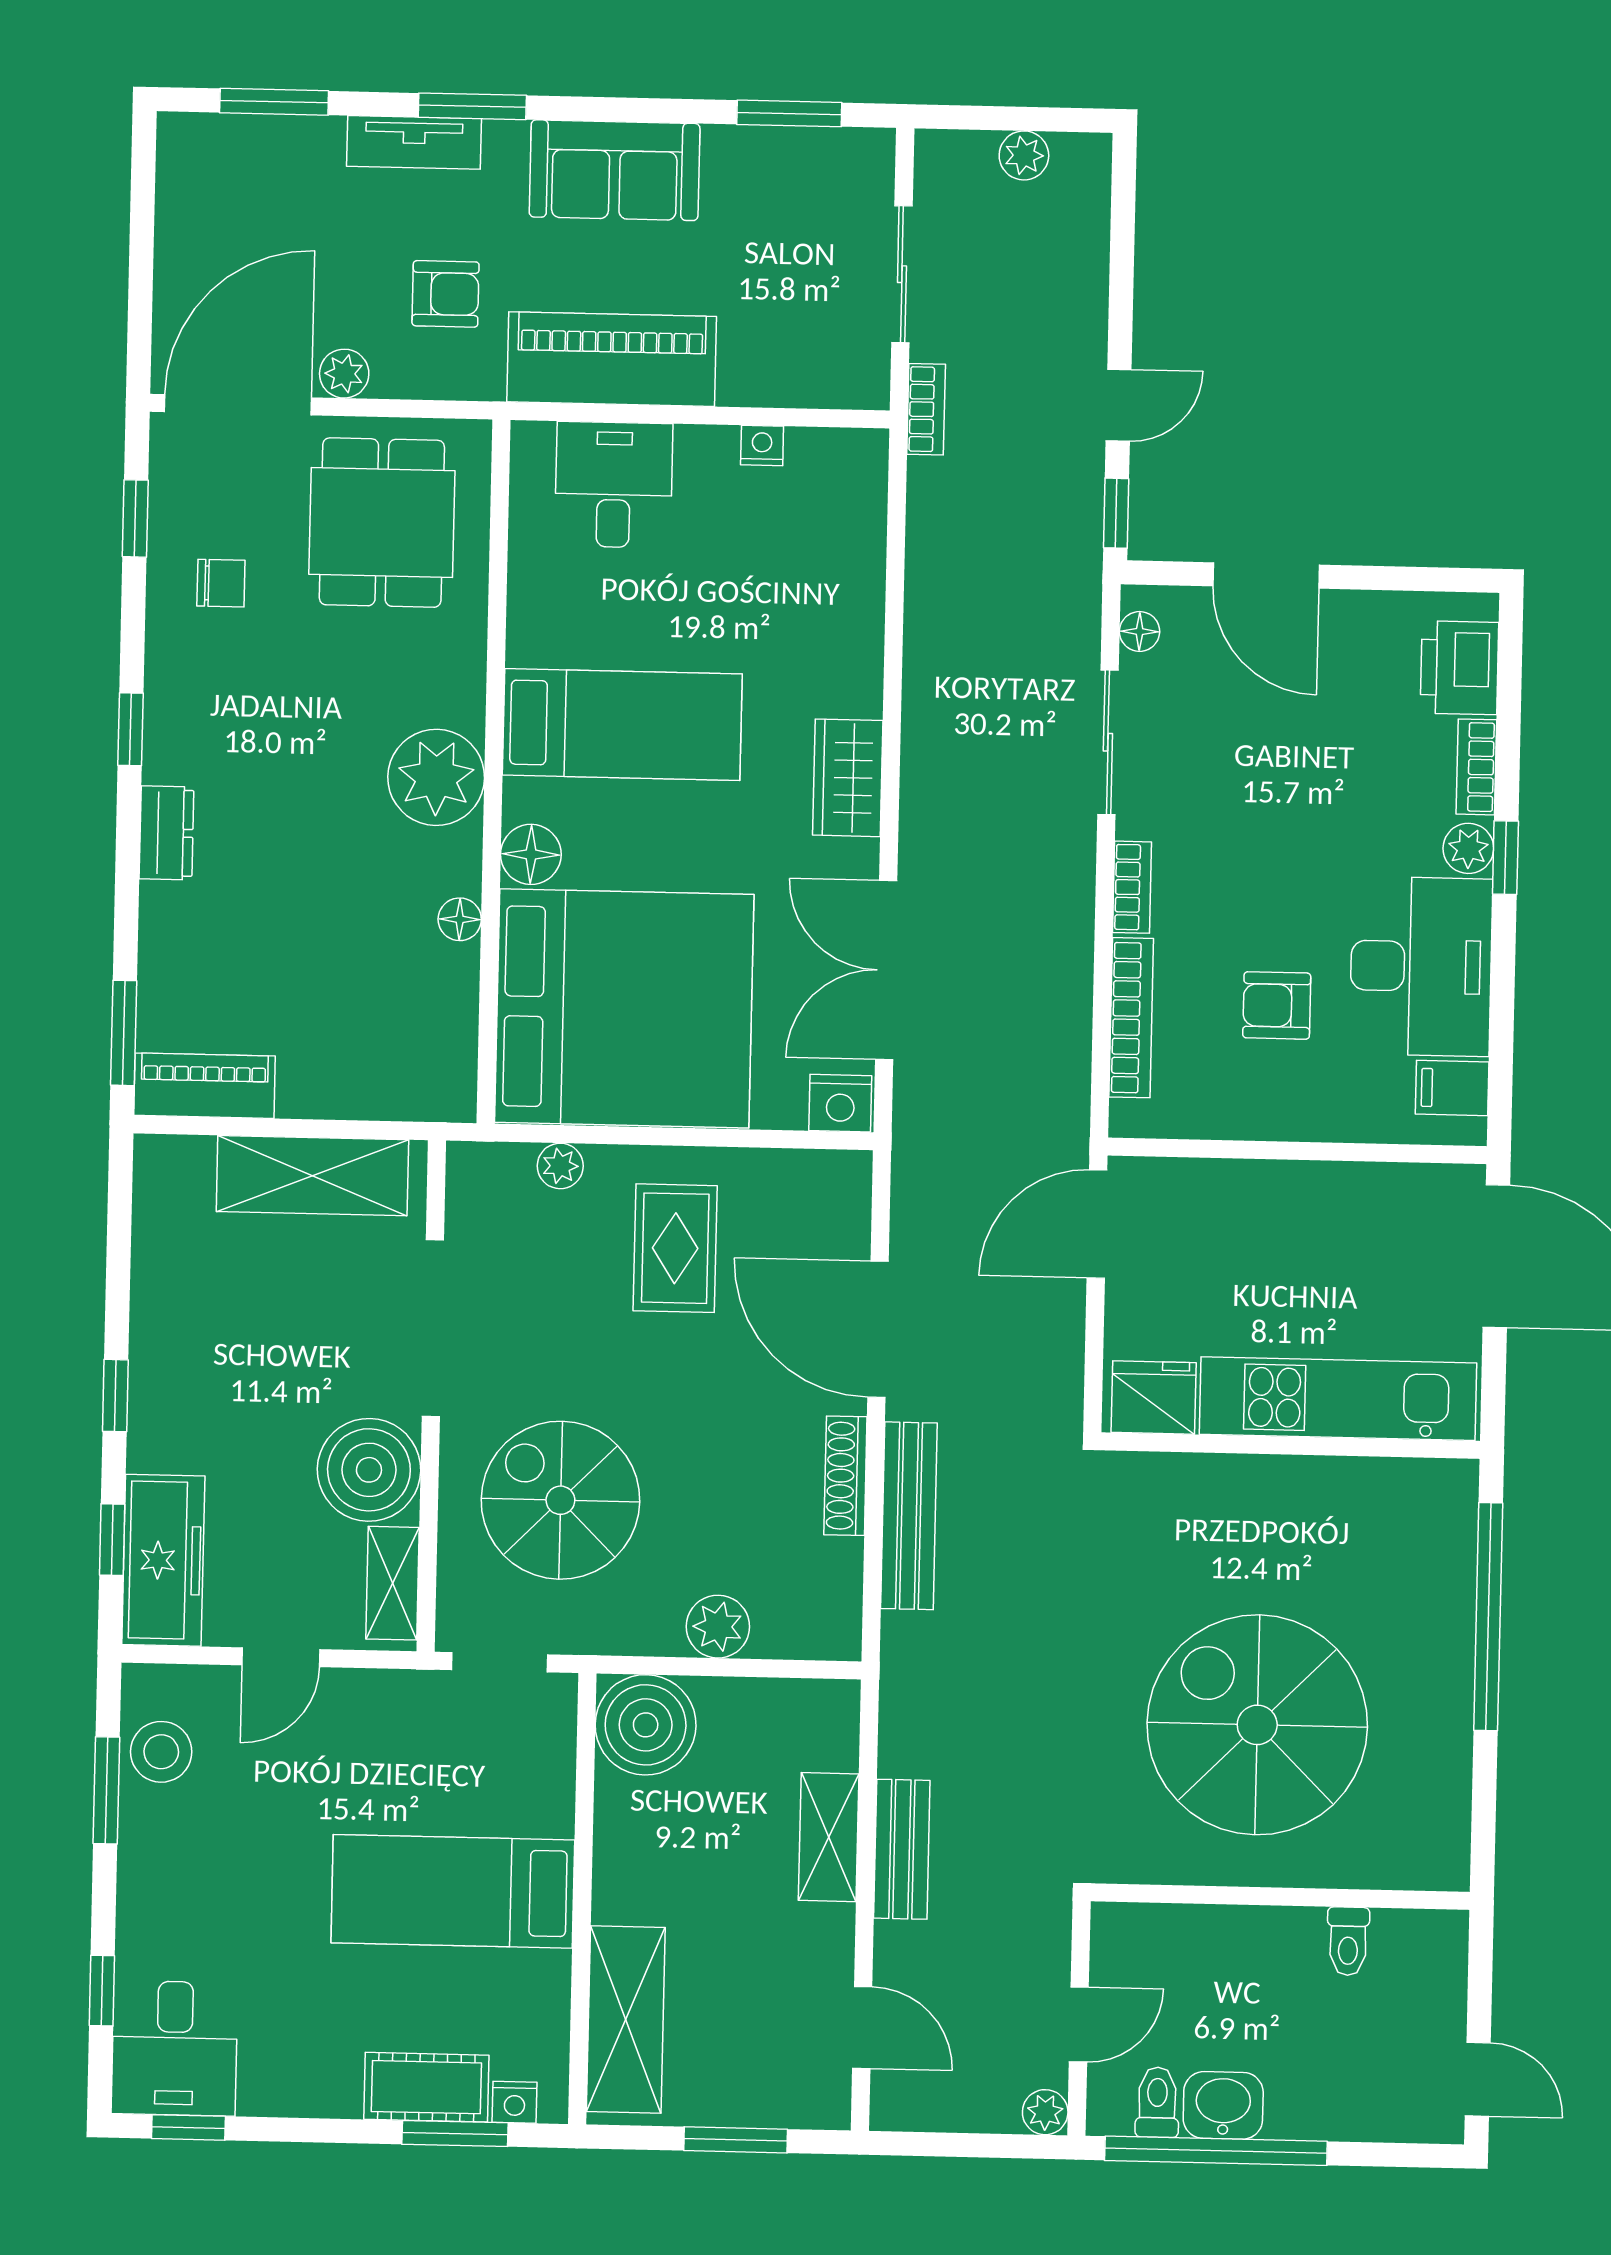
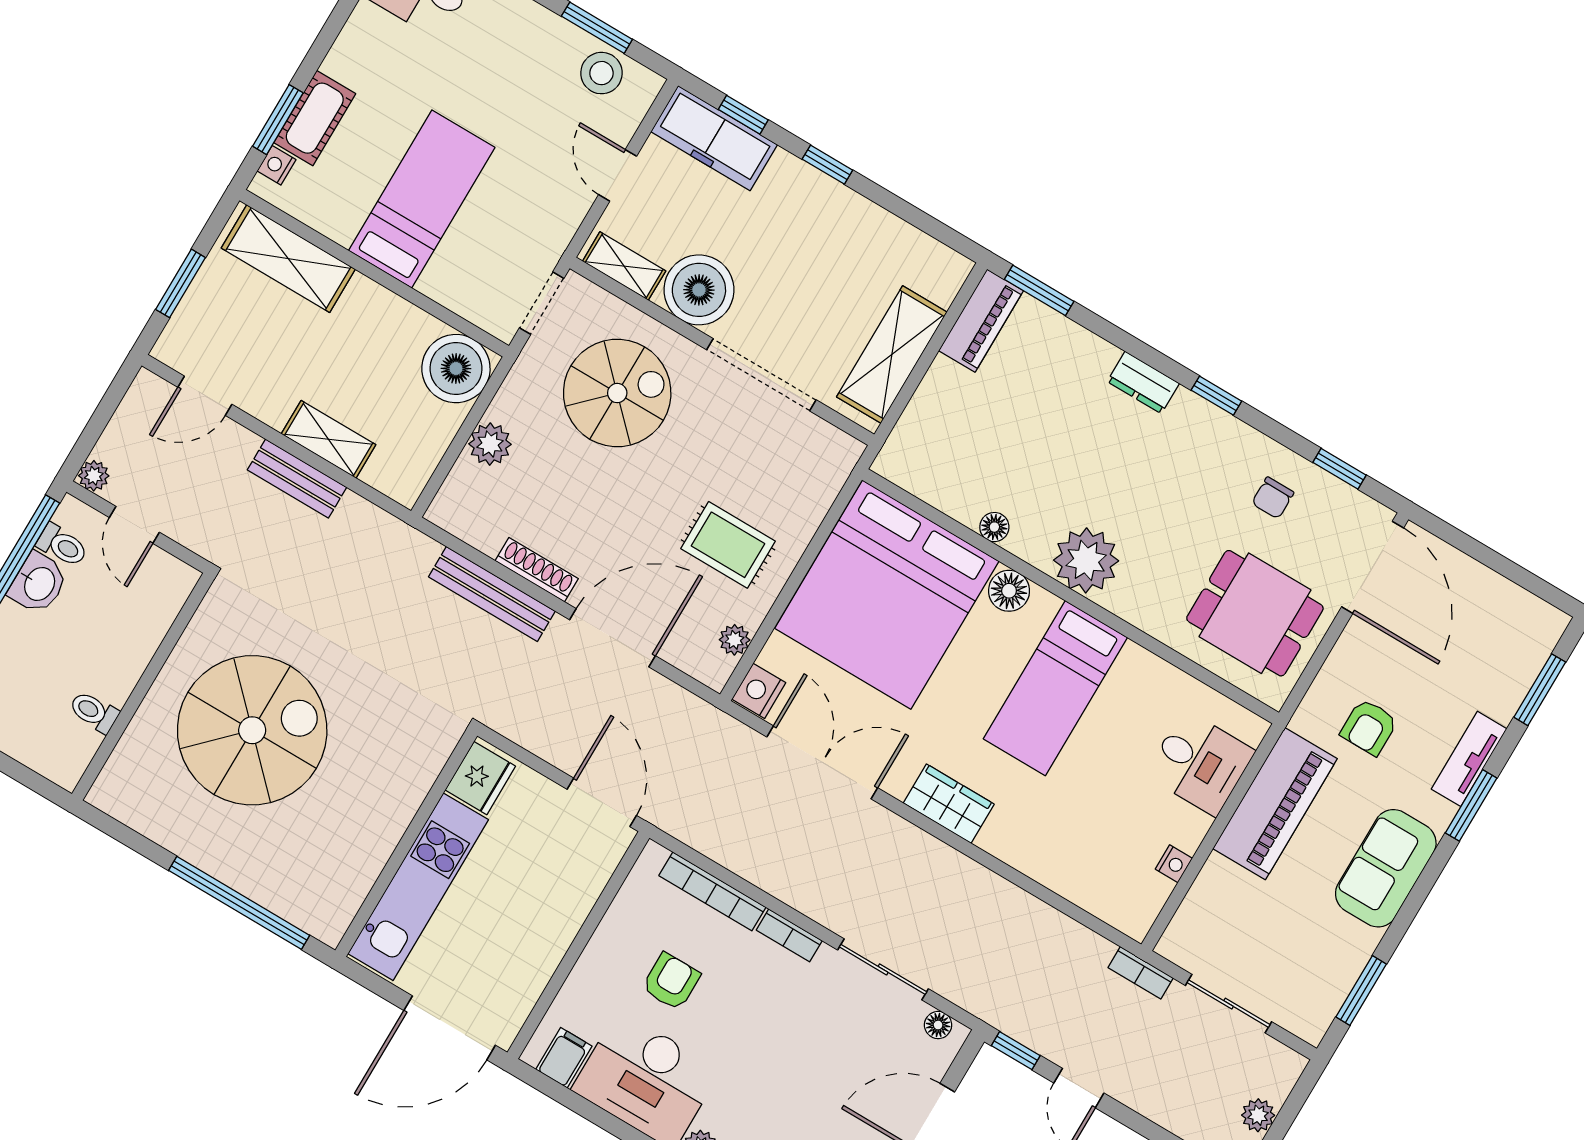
plant: (344, 374) -> (1356, 641), removed
plant: (560, 1166) -> (735, 640), moved

